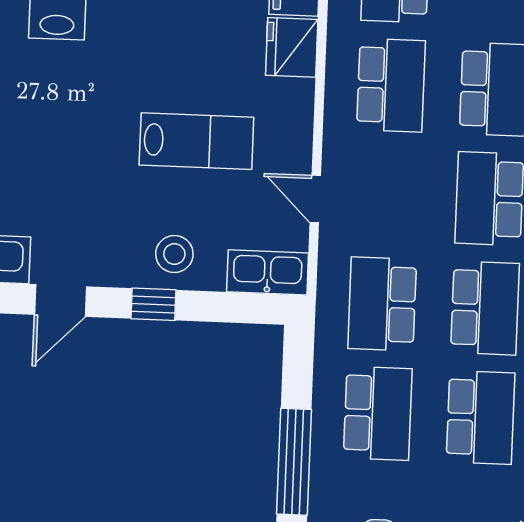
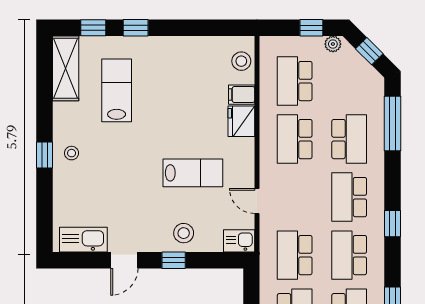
school desk: (391, 85) -> (295, 139), turned 180
kitchen sink: (268, 272) -> (239, 241), width x0.73
school desk: (485, 308) -> (349, 255), turned 180

